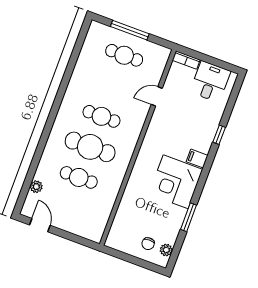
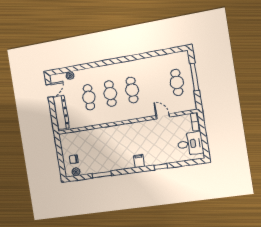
cafe table: (90, 147) -> (110, 94), width x0.73, depth x0.74
corner desk: (176, 182) -> (118, 156), removed
dresser: (77, 226) -> (61, 112), added

